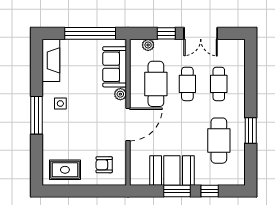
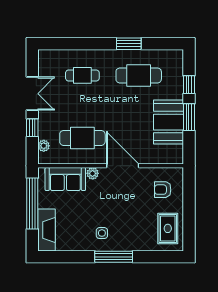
fireplace: (51, 60) -> (46, 230), moved, turned 90
cafe table: (187, 84) -> (82, 107), removed
armchair: (104, 165) -> (163, 190), turned 90

